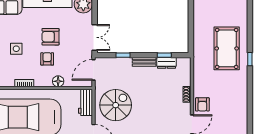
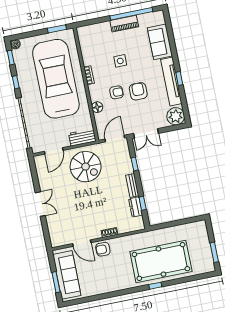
pool table: (227, 48) -> (161, 262), width x1.36, depth x1.32
door: (93, 70) -> (115, 139), hinge flipped

